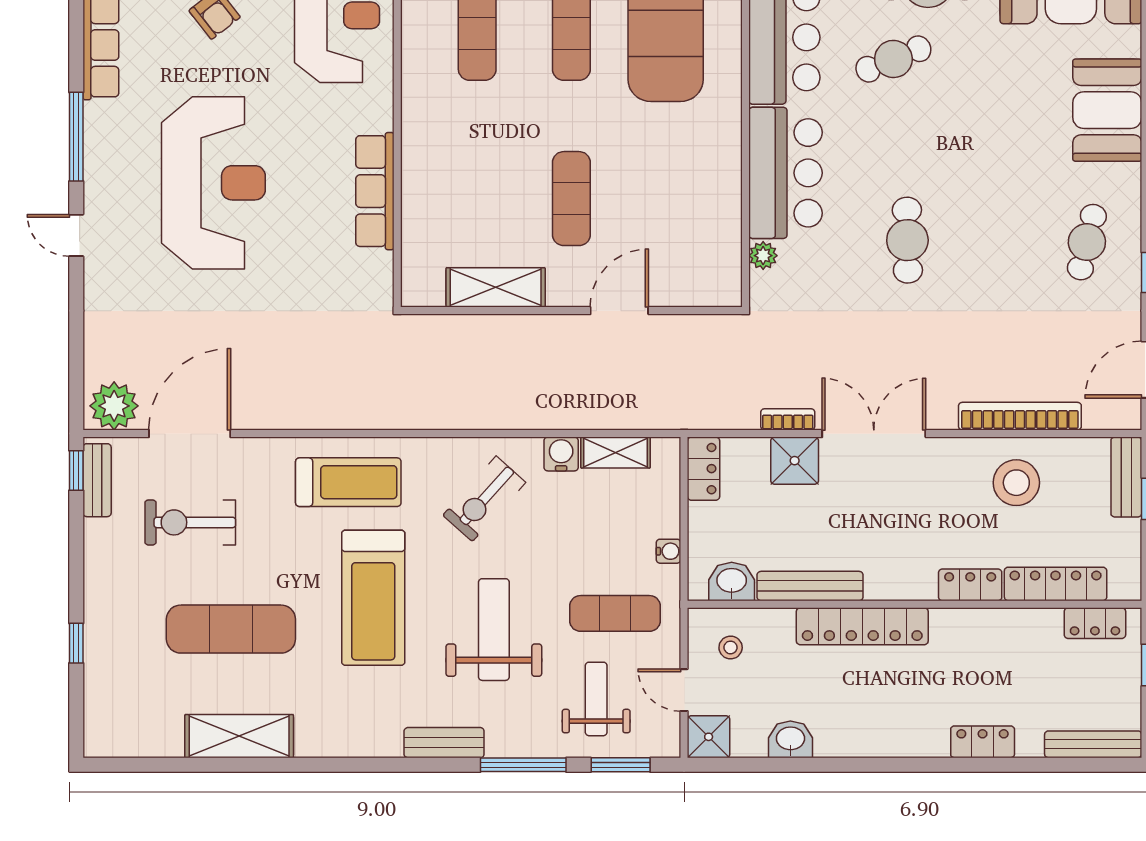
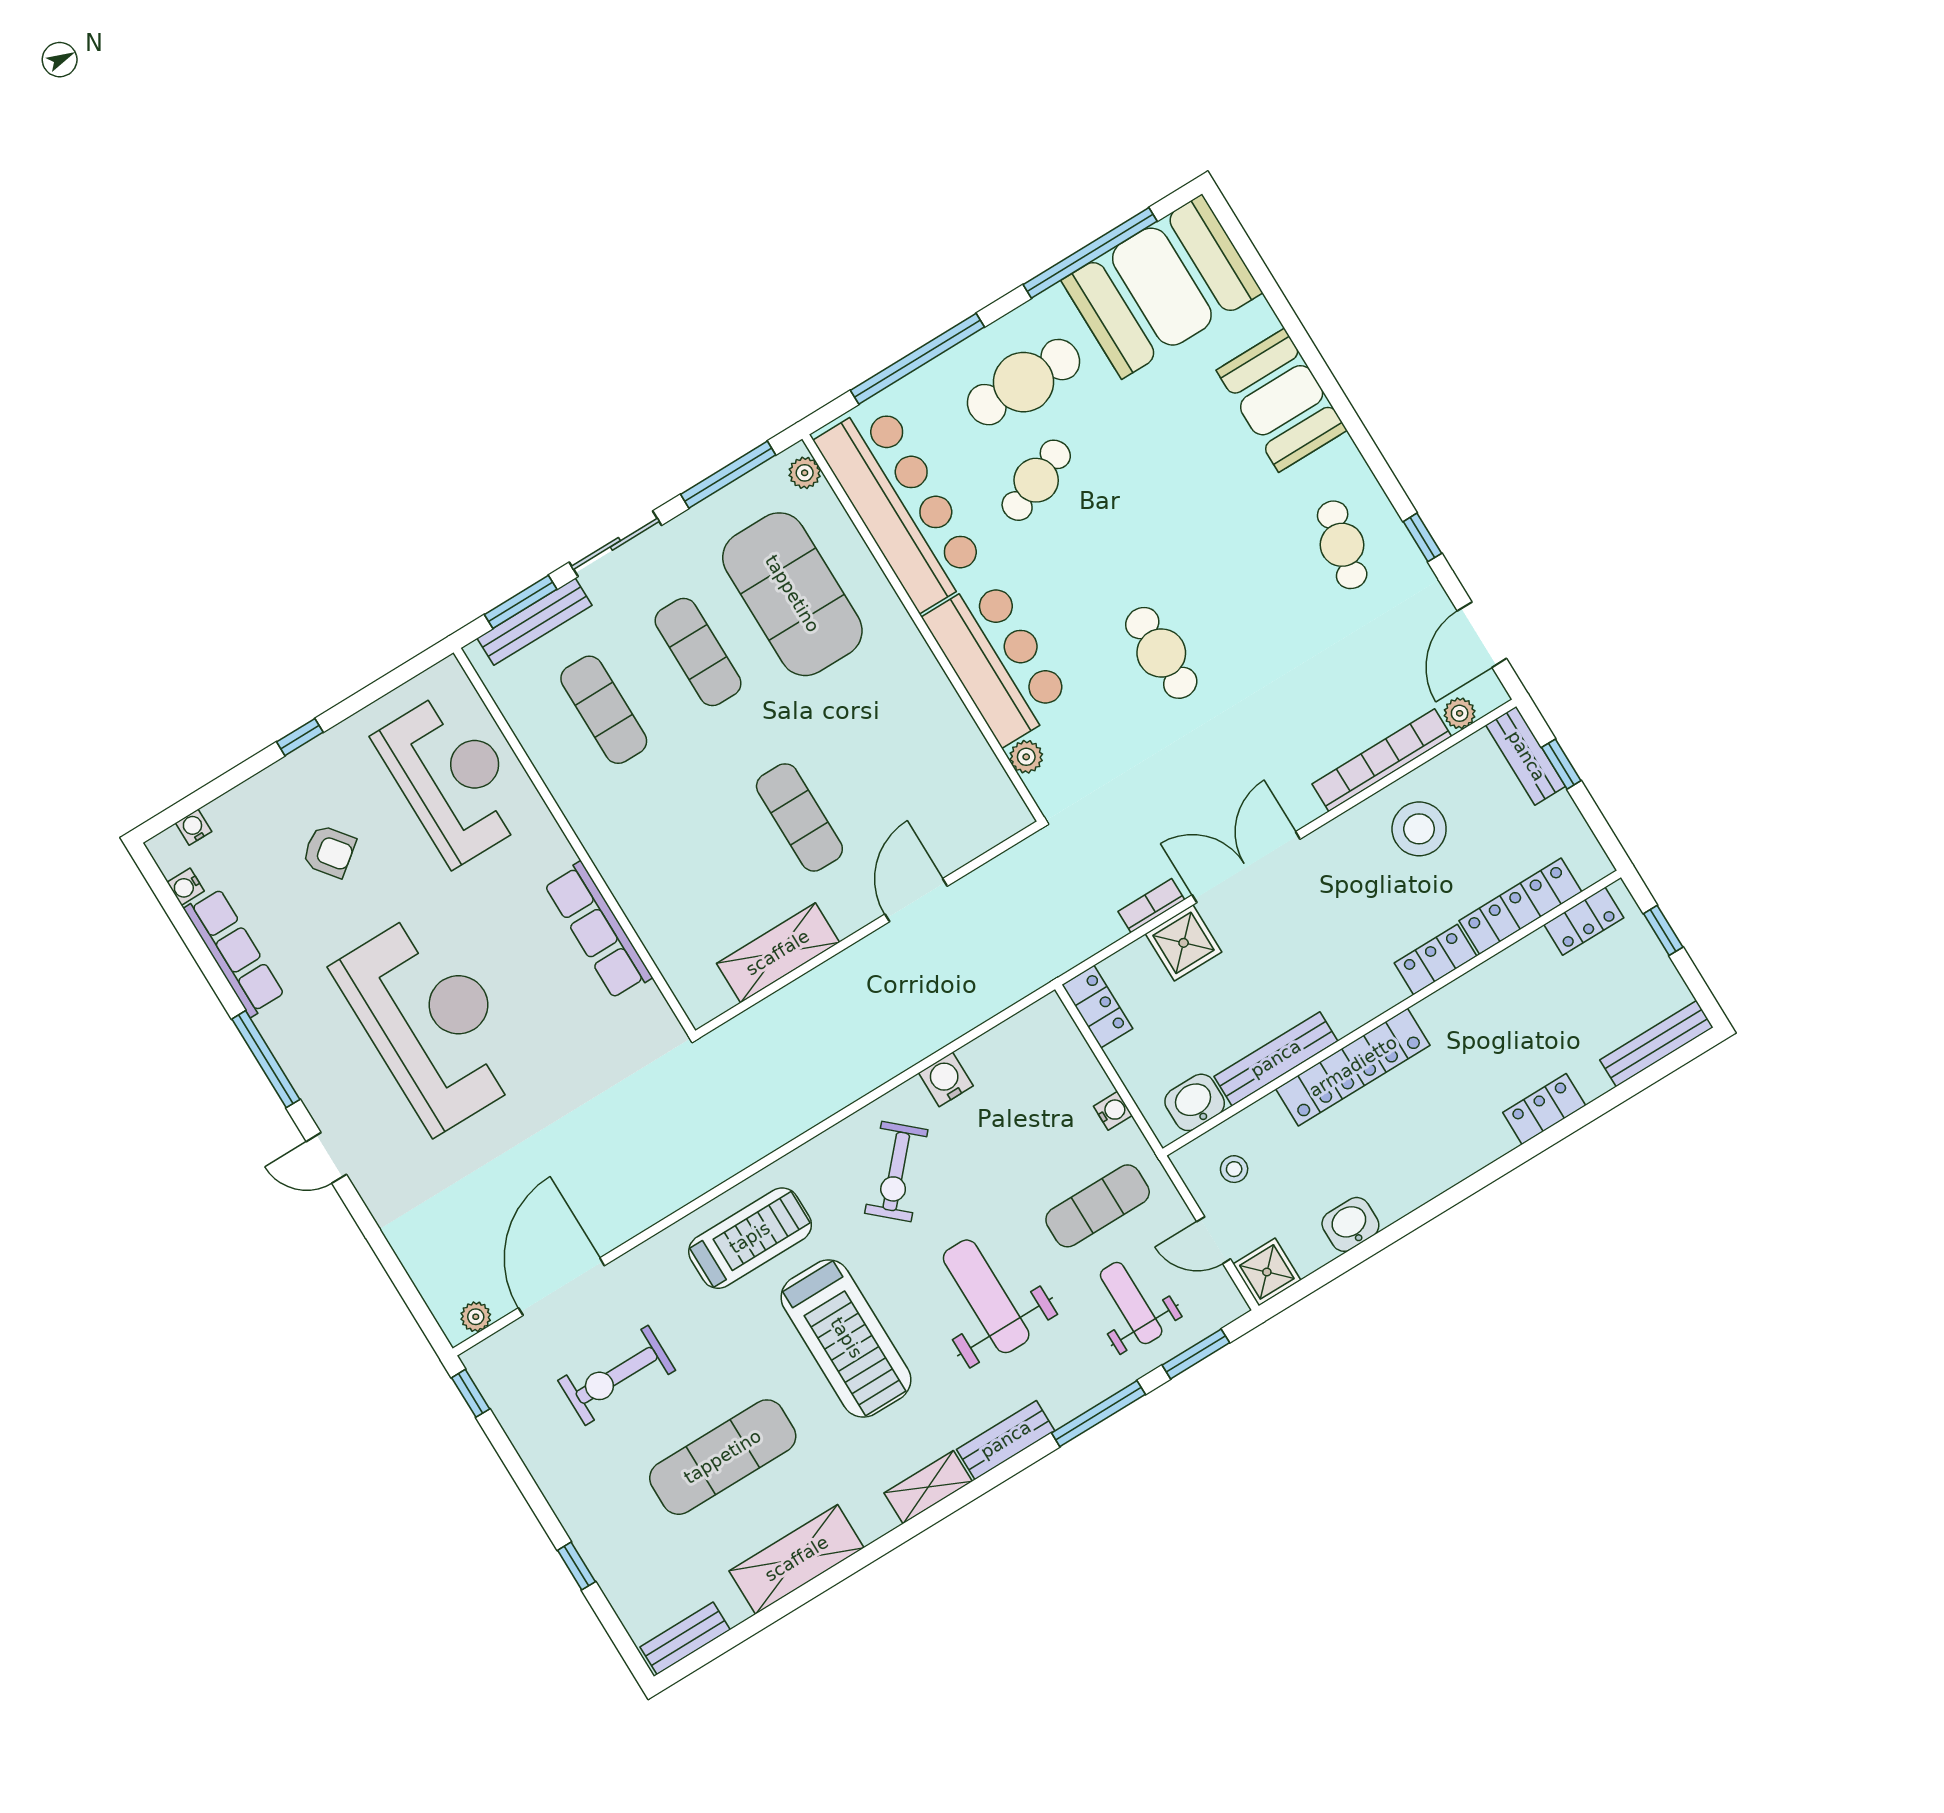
plant: (114, 406) -> (476, 1317), width x0.53, depth x0.53
plant: (1097, 417) -> (1460, 713), added
shelving: (616, 452) -> (928, 1487), moved
bench: (97, 480) -> (685, 1638), moved, turned 90

